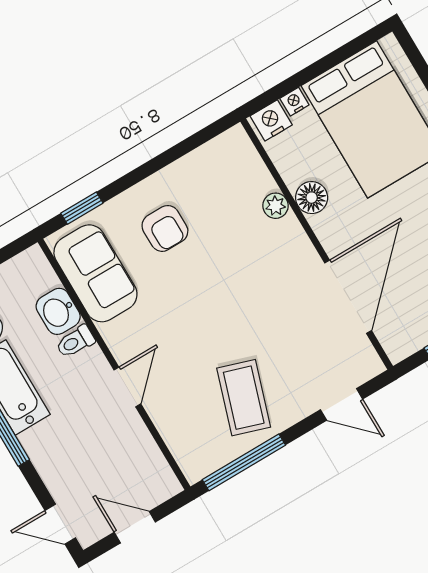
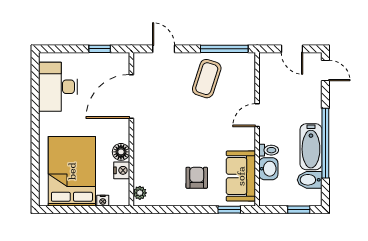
nightstand: (271, 120) -> (122, 170), moved, turned -90
plant: (276, 206) -> (140, 193), moved

